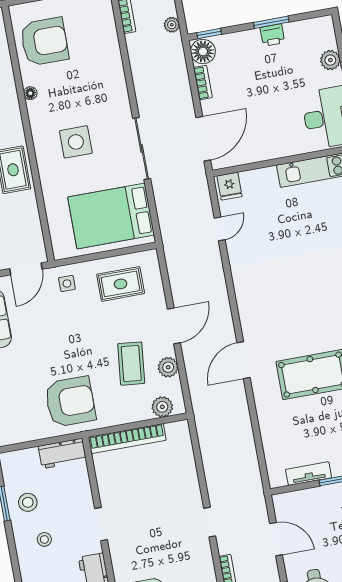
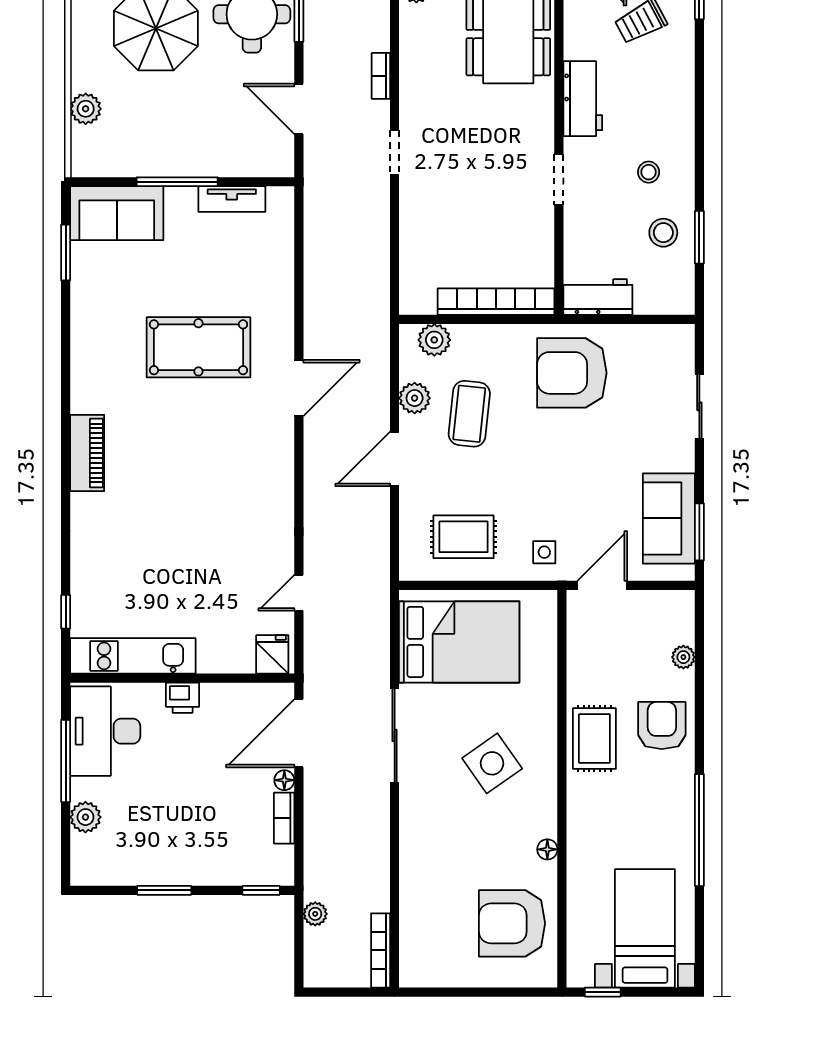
printer: (272, 35) -> (183, 698), moved, turned 180
floor lamp: (203, 52) -> (284, 780), moved, width x0.53, depth x0.53
side table: (76, 142) -> (492, 763), turned -35

